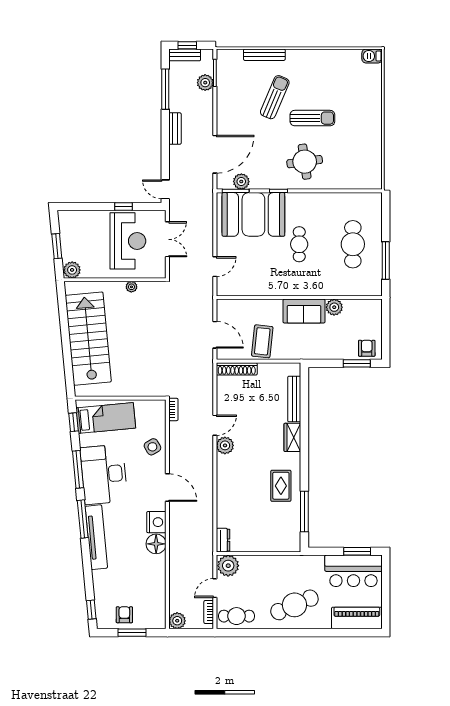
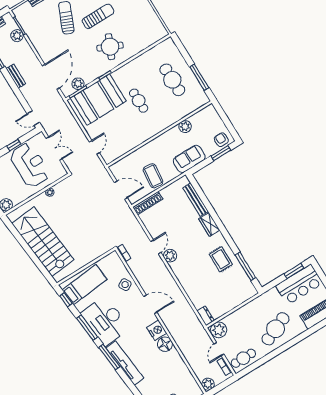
round table: (305, 162) -> (110, 47), turned 32
sofa: (304, 311) -> (189, 159), moved, turned 180

